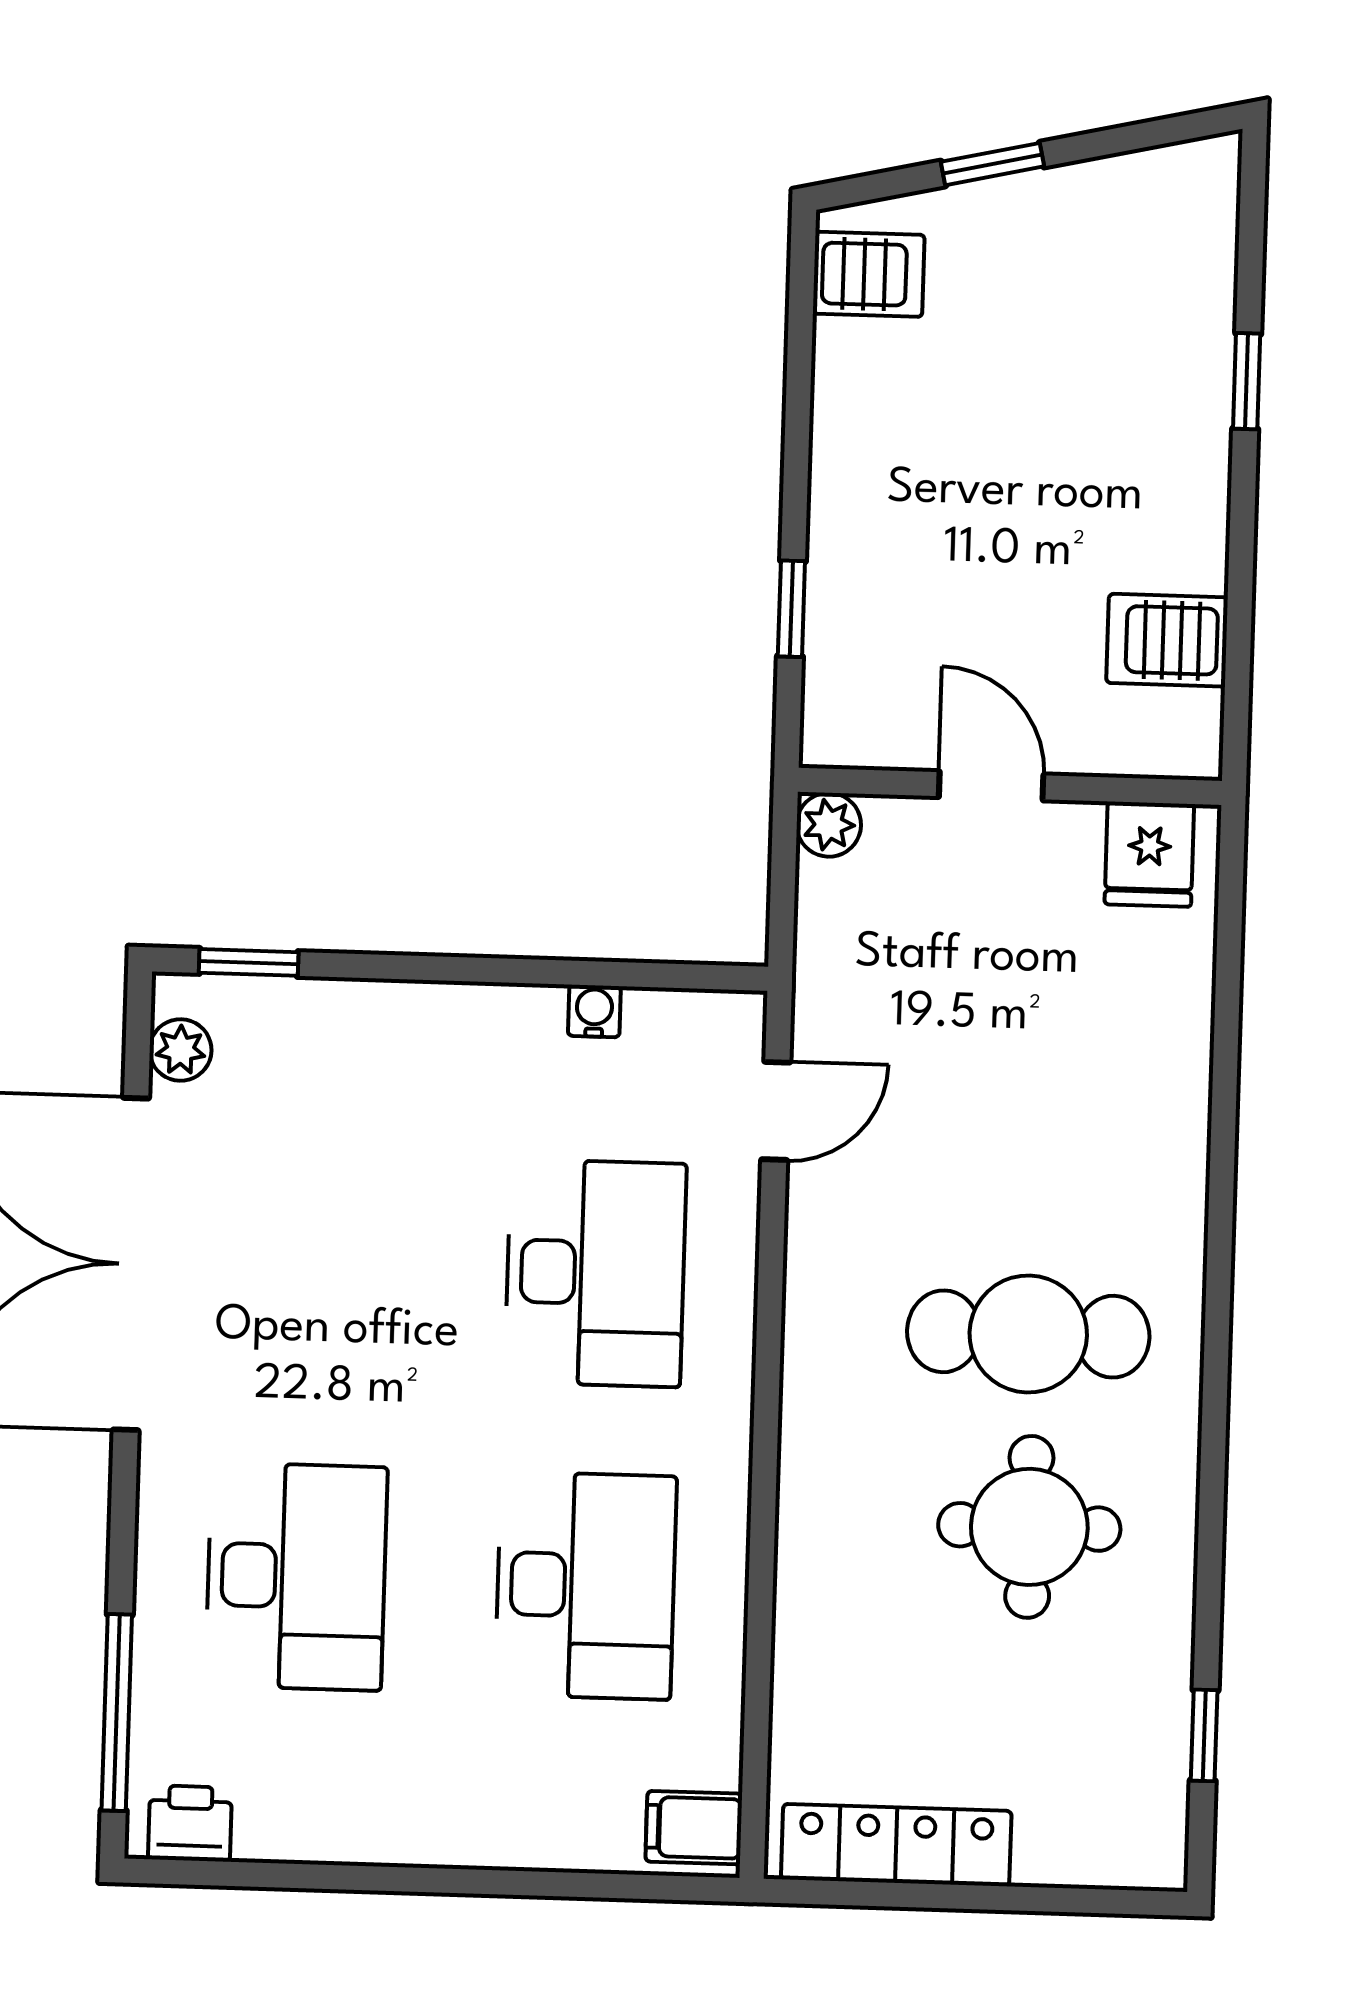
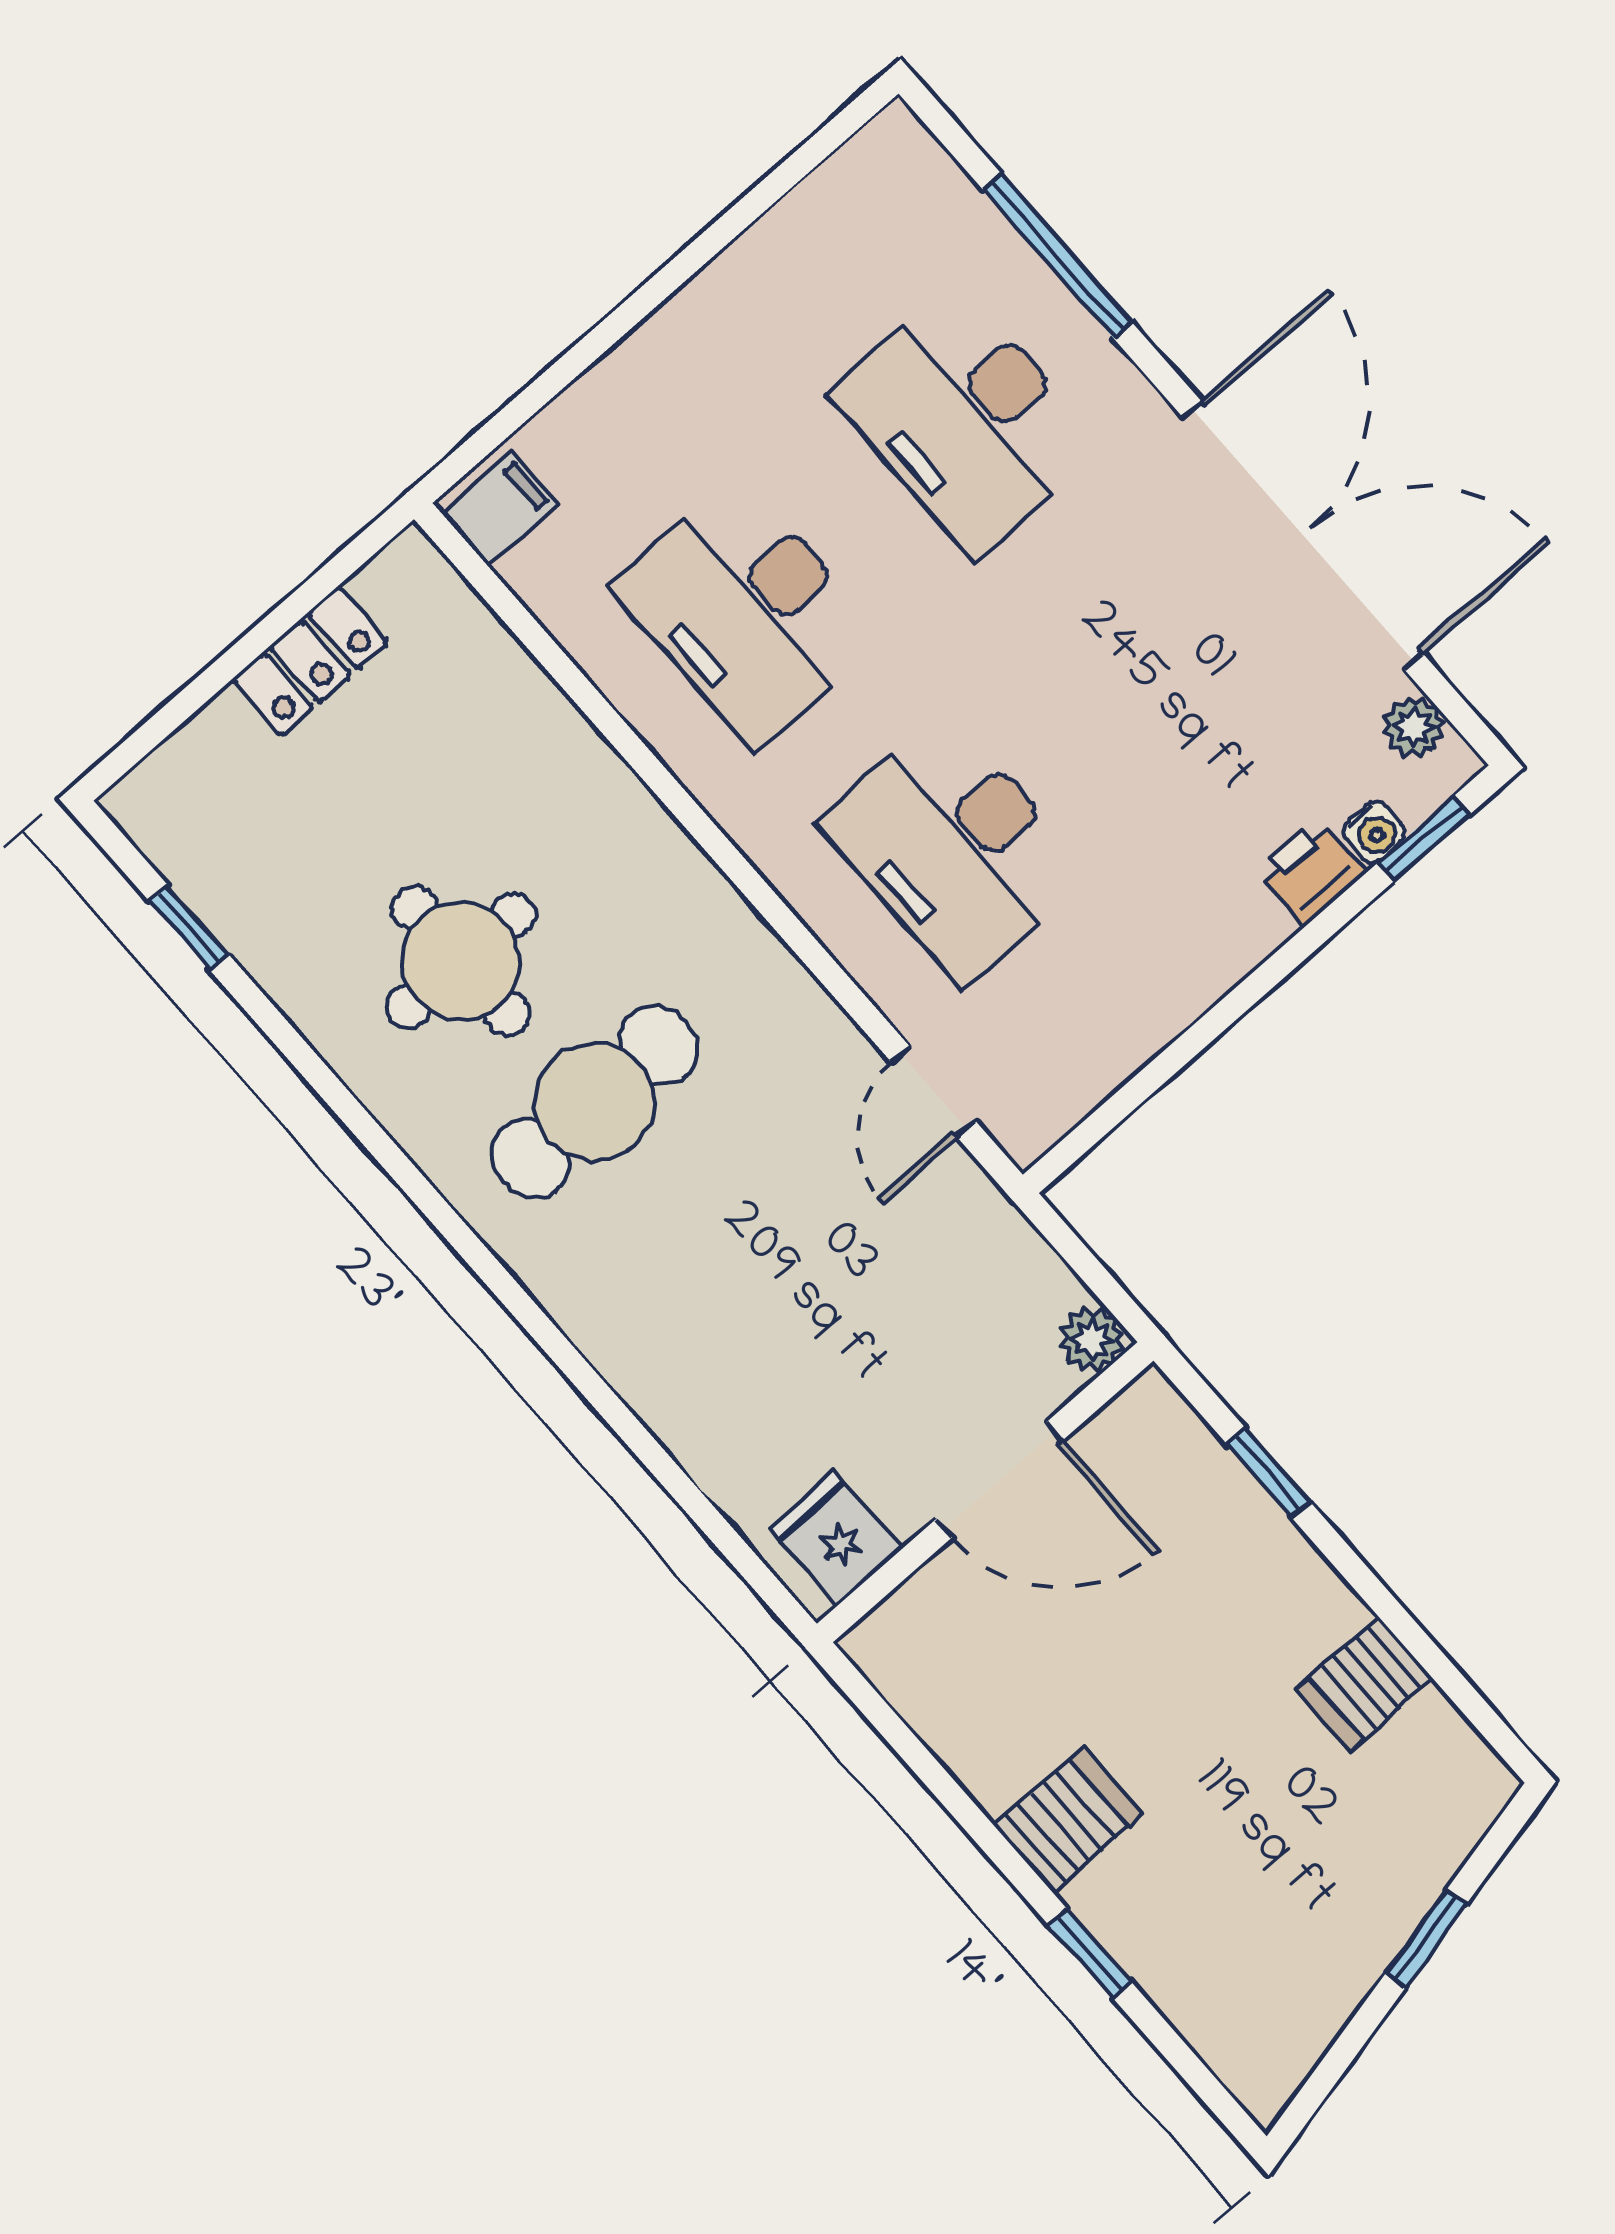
server rack: (869, 274) -> (1365, 1684), moved
server rack: (1167, 640) -> (1068, 1820), moved
door: (991, 786) -> (999, 1480), width x1.38
water cooler: (594, 1011) -> (1374, 832), moved
window: (117, 1713) -> (1057, 256), moved
printer: (190, 1823) -> (1311, 872), moved, turned 180
locker: (896, 1845) -> (310, 661), width x0.66

